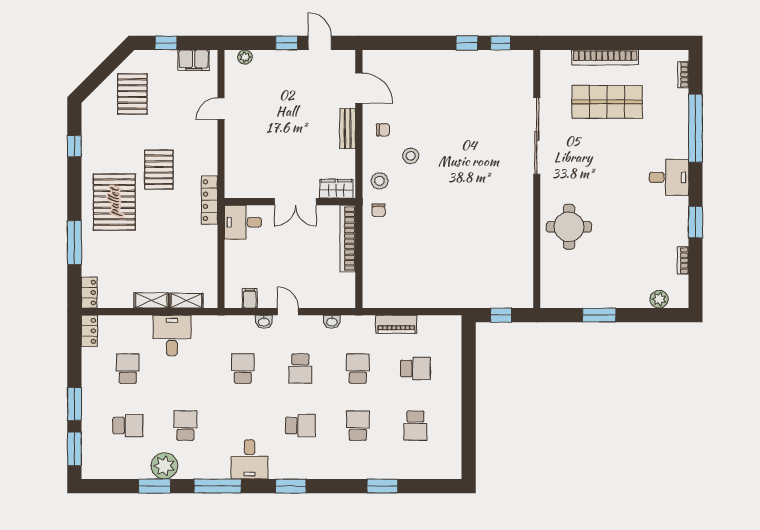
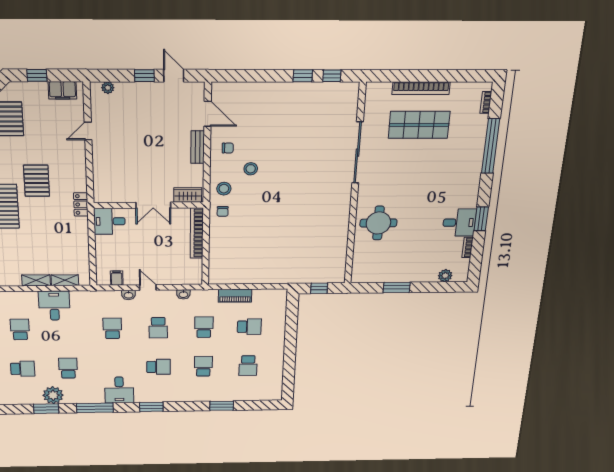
desk: (669, 177) -> (459, 223), moved
locker: (209, 200) -> (81, 204), width x0.66

